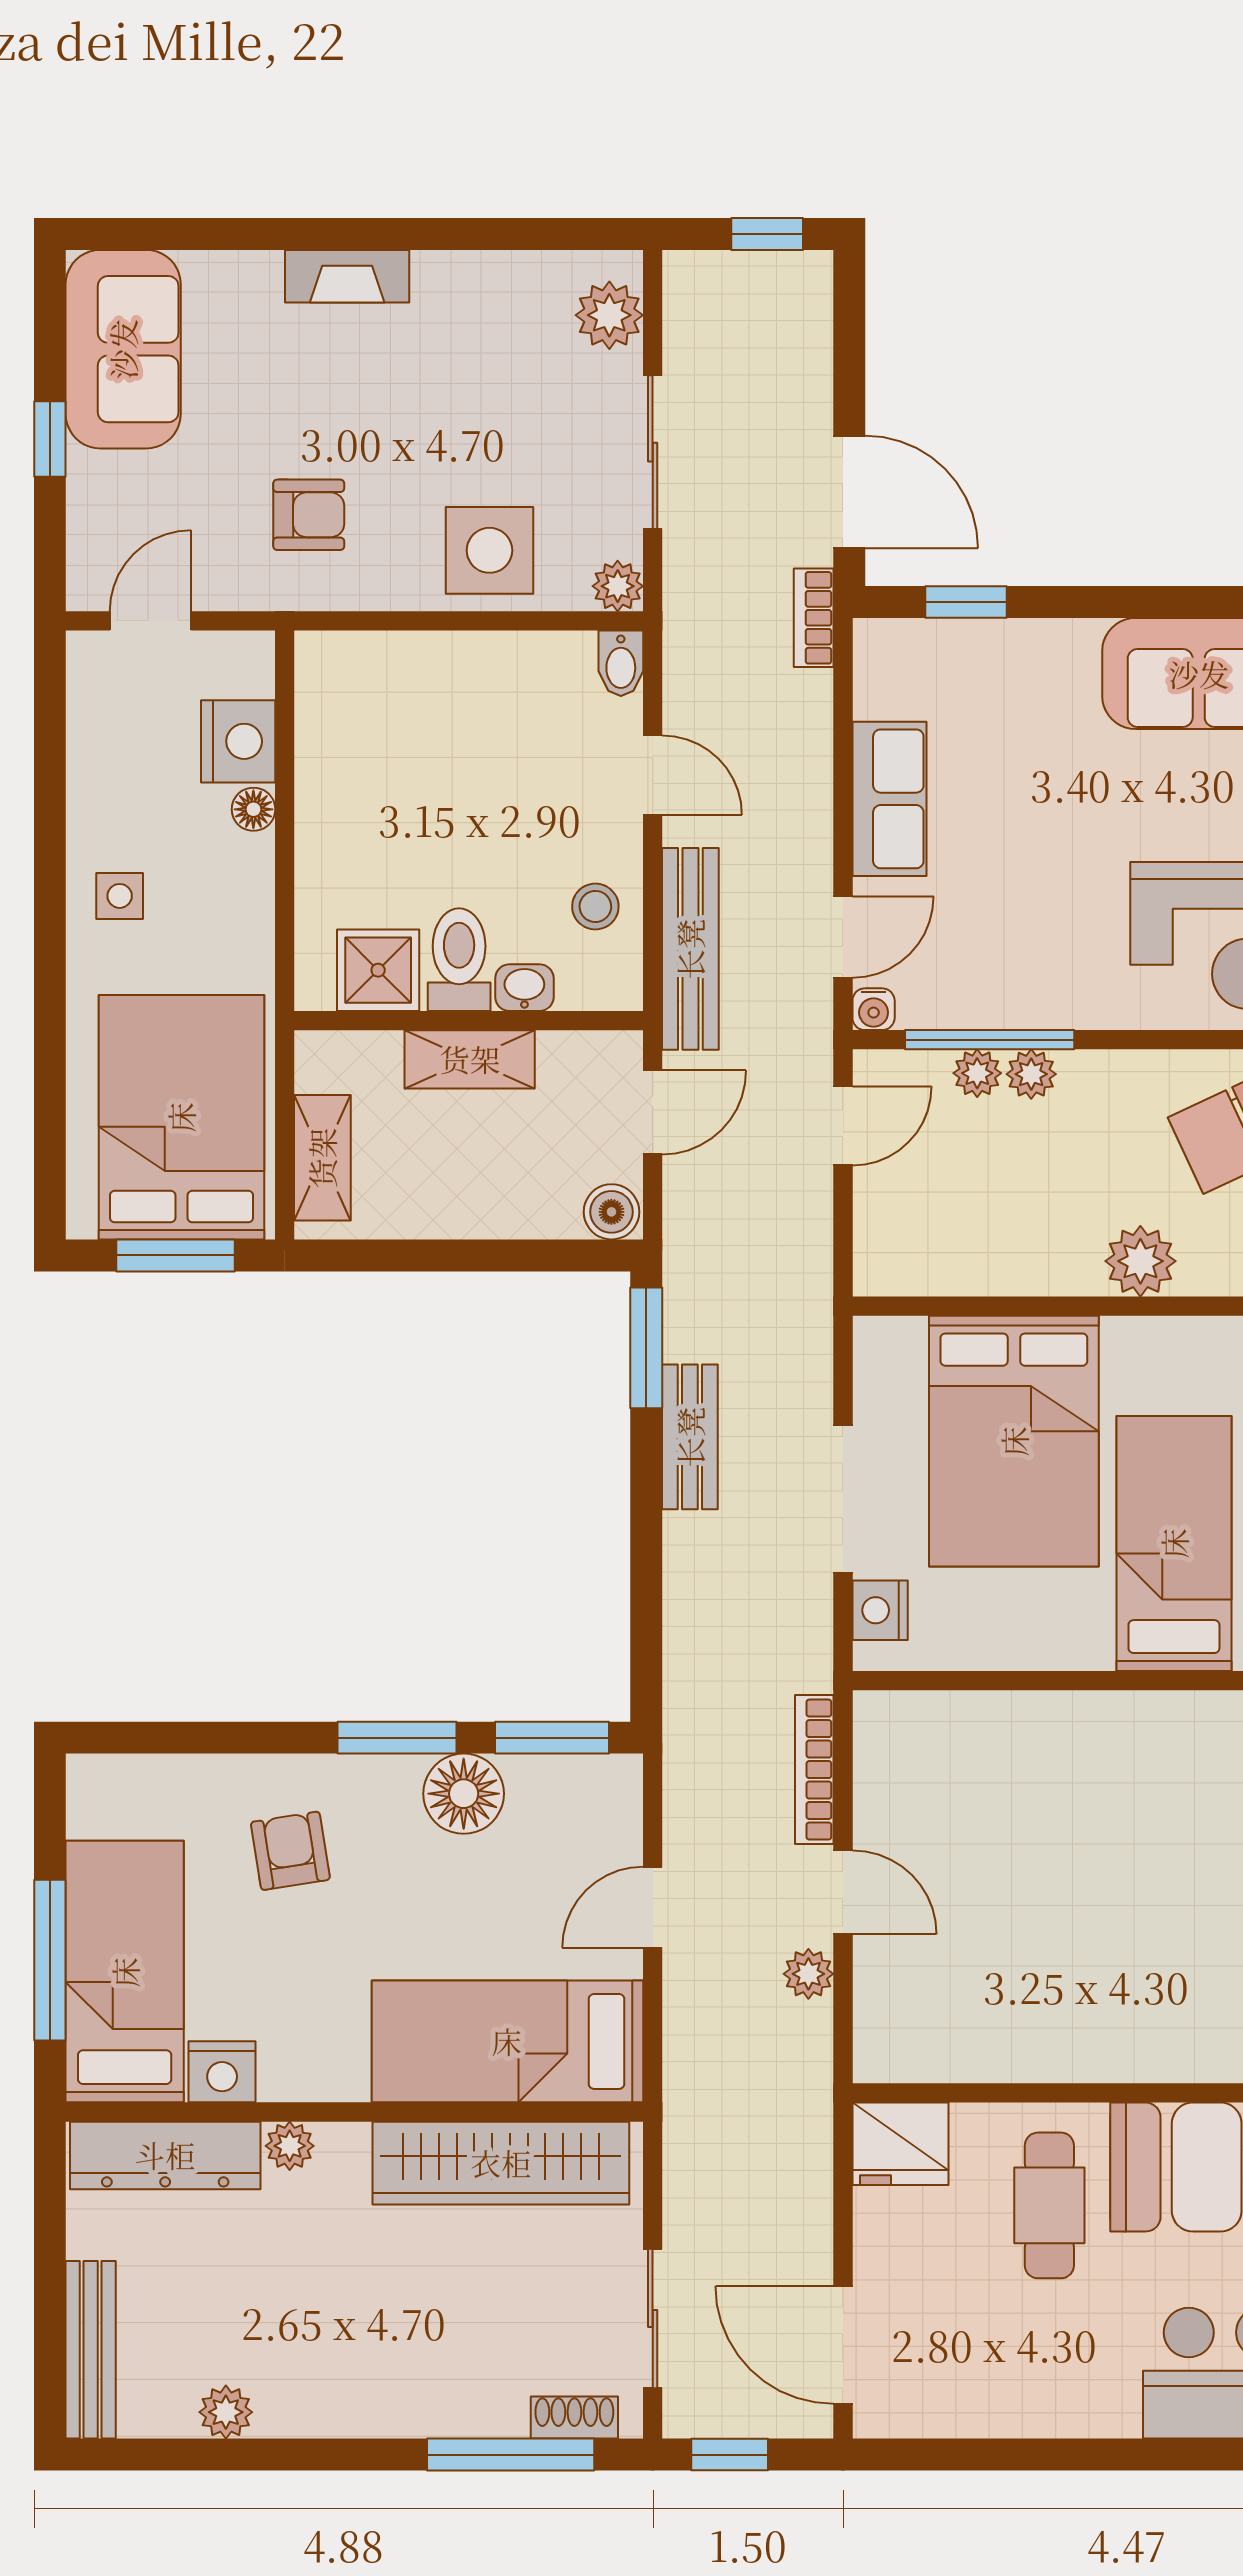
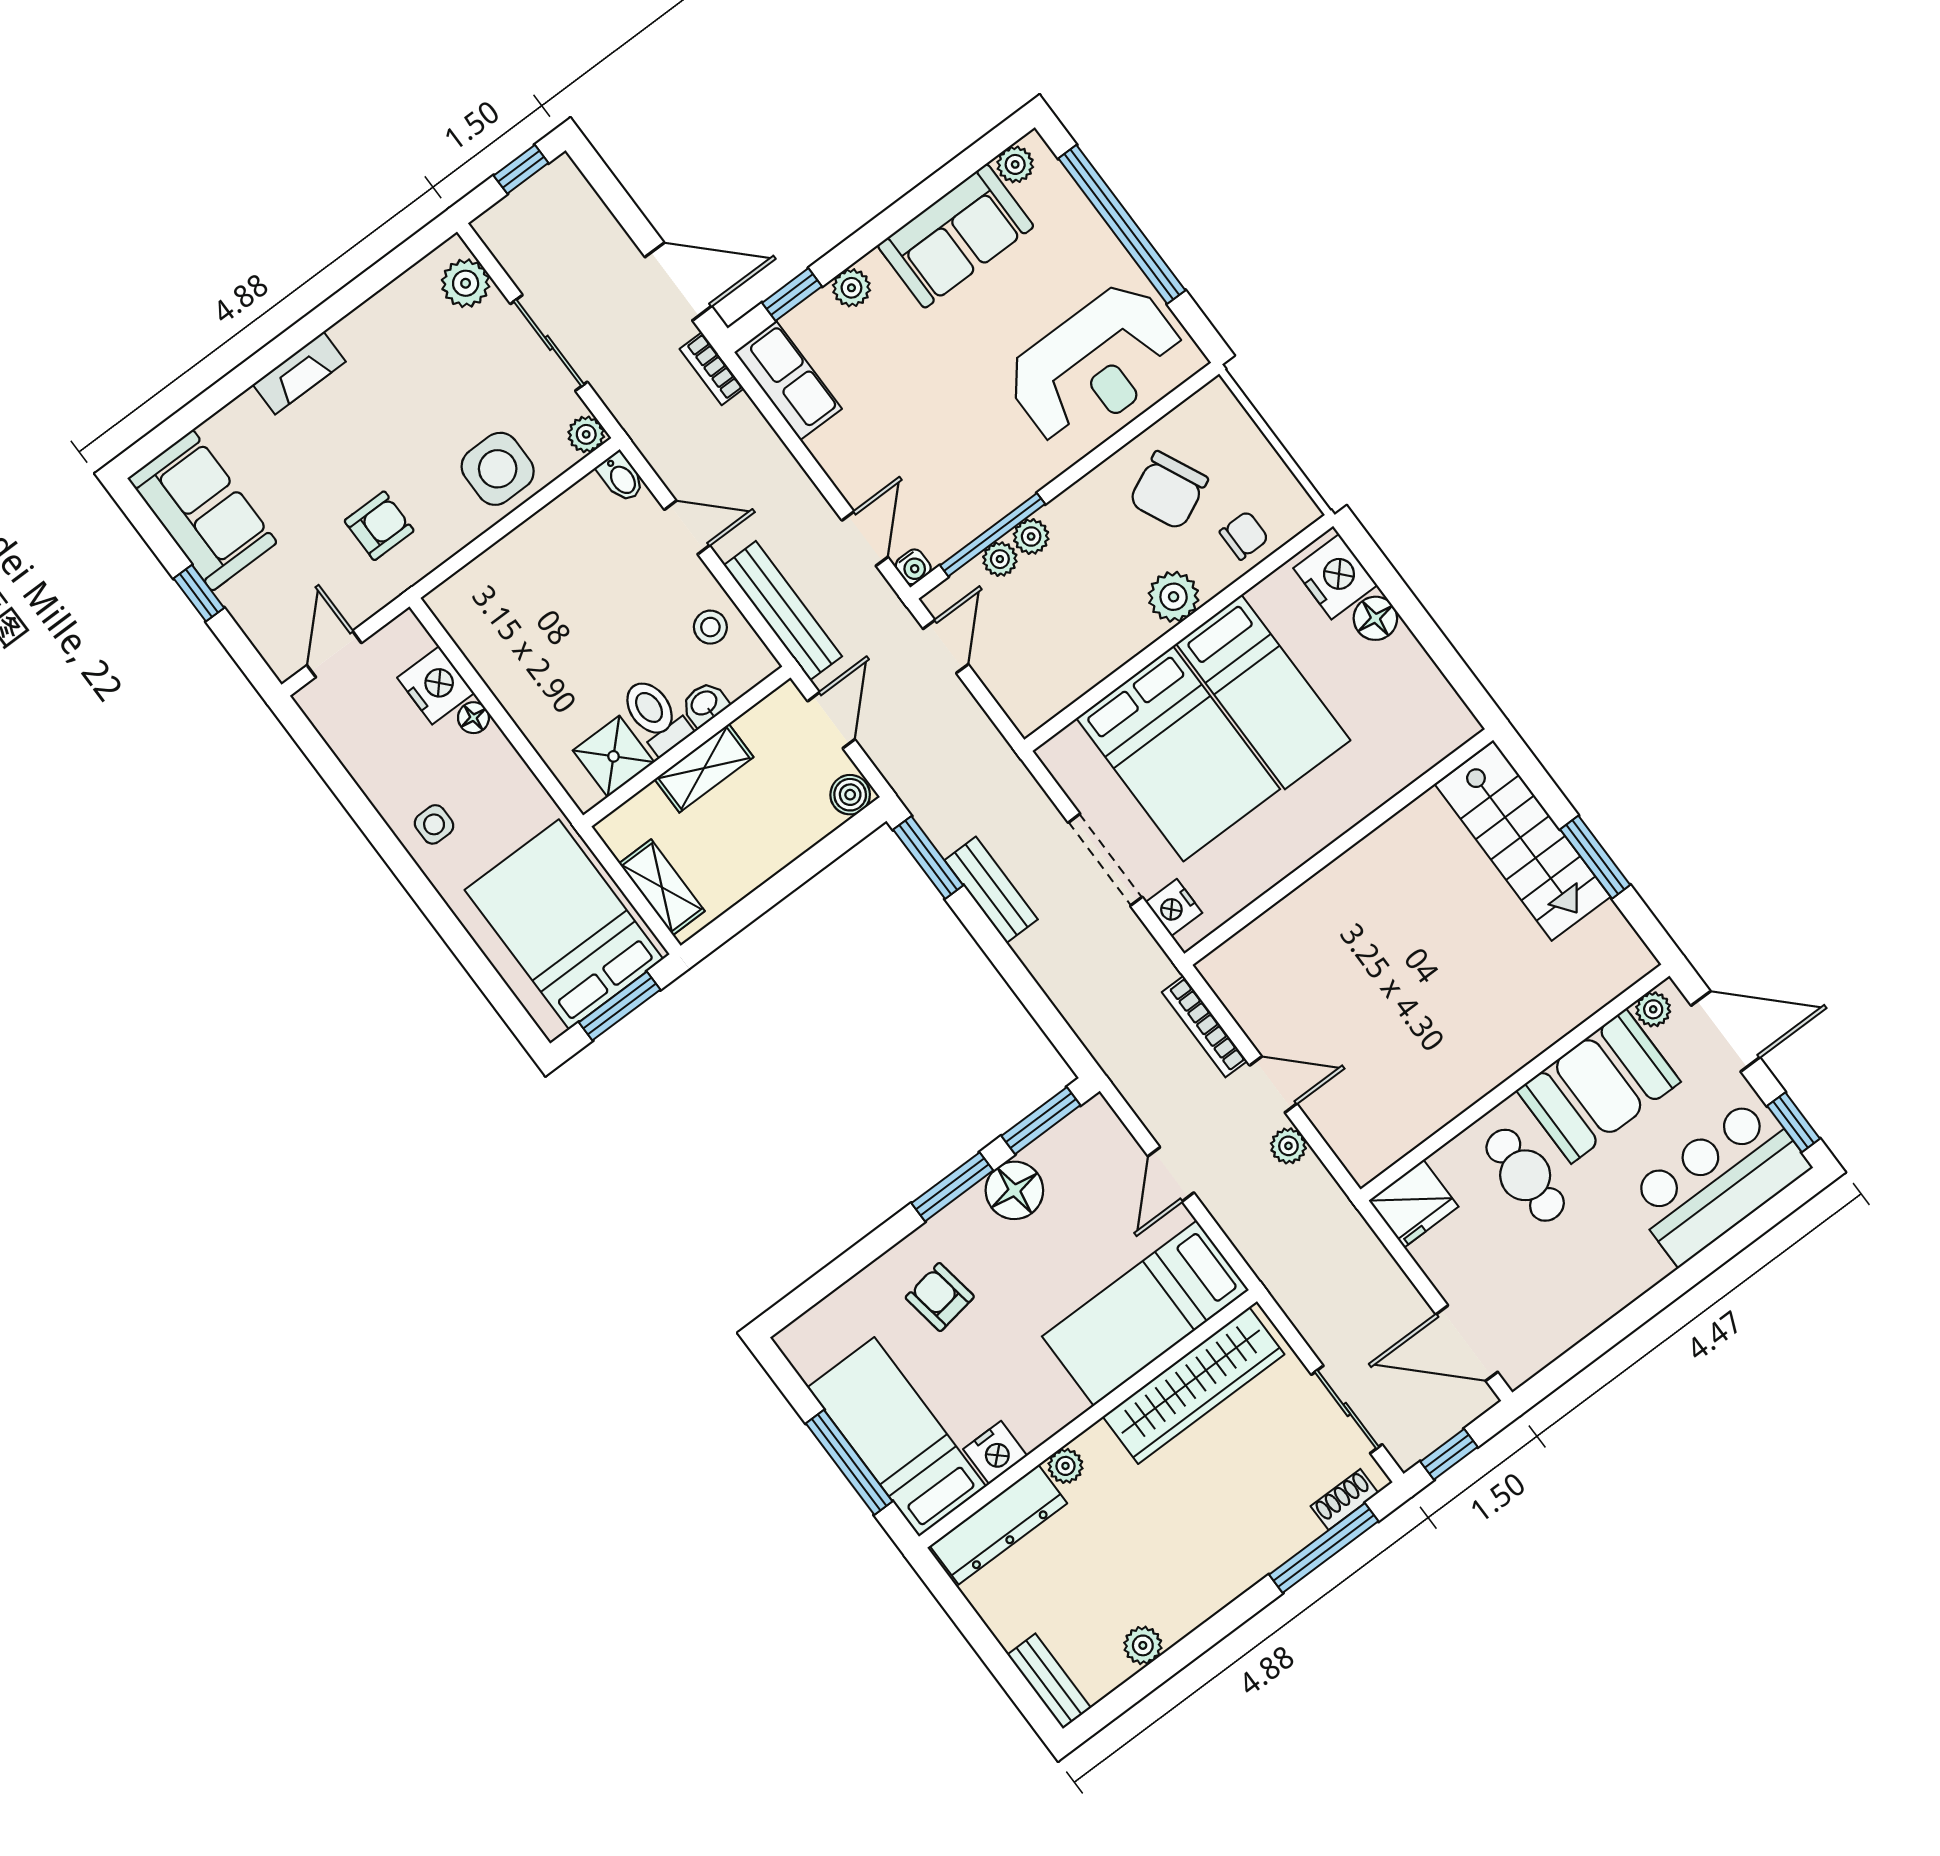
plant: (1038, 644) -> (851, 288), added
row of seats: (889, 799) -> (788, 380), moved
bed: (1174, 1543) -> (1263, 692), moved, turned 180
bench: (91, 2350) -> (1049, 1681), width x0.73

